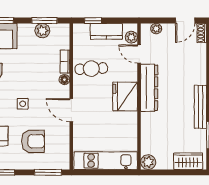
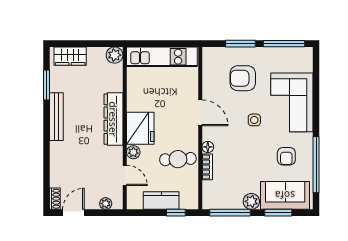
window: (44, 21) -> (230, 213), width x1.44
plant: (42, 31) -> (251, 201), moved
plant: (131, 37) -> (133, 152), moved
dresser: (149, 88) -> (113, 119), moved
window: (48, 172) -> (240, 44), moved

